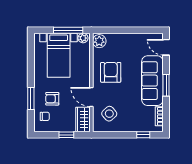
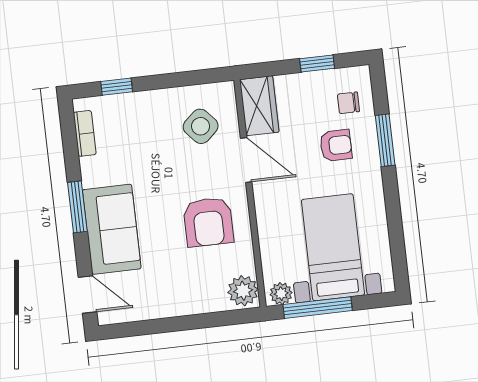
sofa: (152, 81) -> (112, 229), width x0.73
window: (66, 135) -> (317, 64), moved

